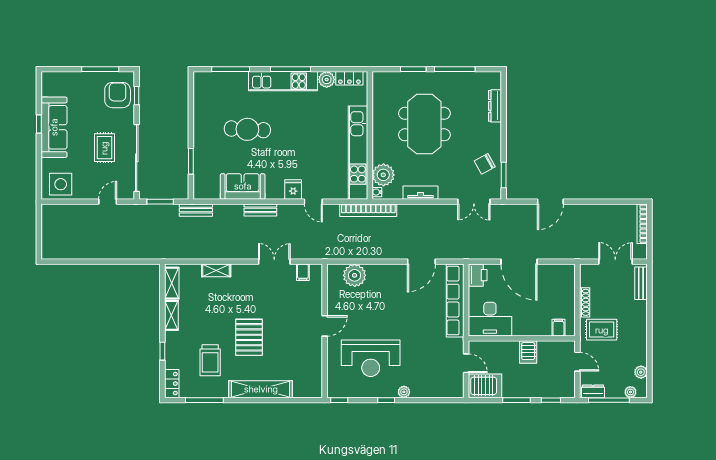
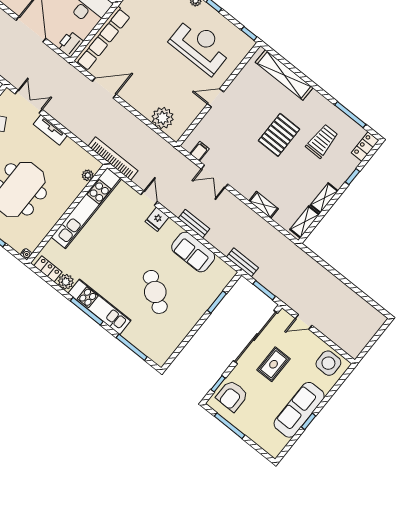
cafe table: (247, 129) -> (155, 292), turned 32
plant: (383, 175) -> (88, 175), width x0.53, depth x0.53
water cooler: (377, 192) -> (26, 254), moved
tv unit: (421, 193) -> (50, 130), moved
shelving: (261, 389) -> (284, 75), moved

